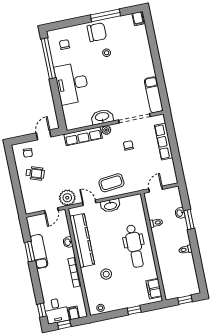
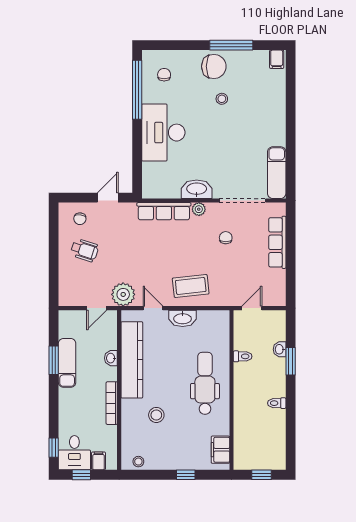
dental chair: (134, 246) -> (205, 383), turned 180

